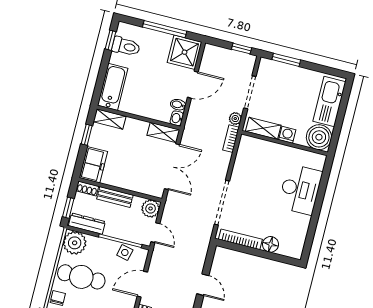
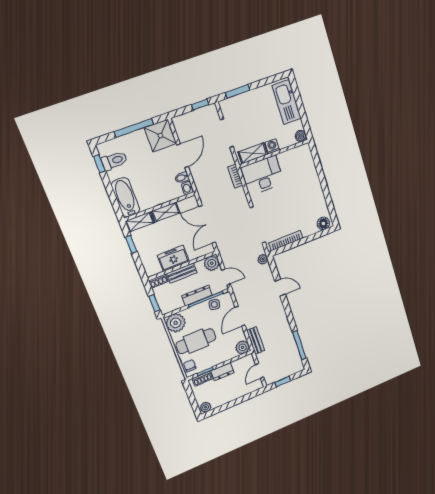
plant: (235, 119) -> (263, 259), moved
shelving: (163, 132) -> (166, 212), moved
boiler: (319, 137) -> (301, 136), width x0.54, depth x0.54
freezer: (93, 165) -> (173, 258), moved, turned -90
double door: (172, 167) -> (207, 224), swing flipped
desk: (300, 189) -> (262, 175), moved, turned -90
dresser: (87, 224) -> (197, 296), moved
floor lamp: (270, 244) -> (323, 224), moved

